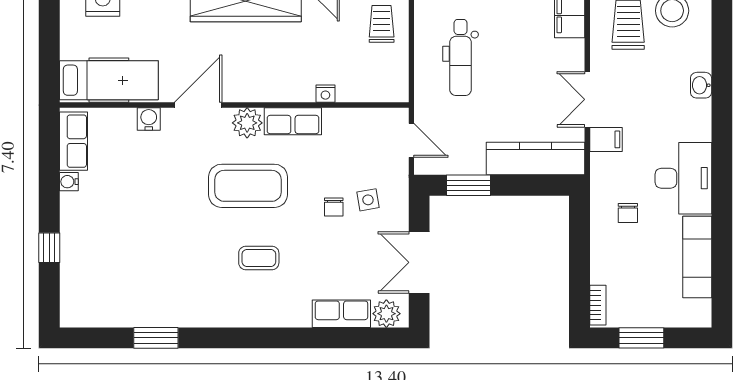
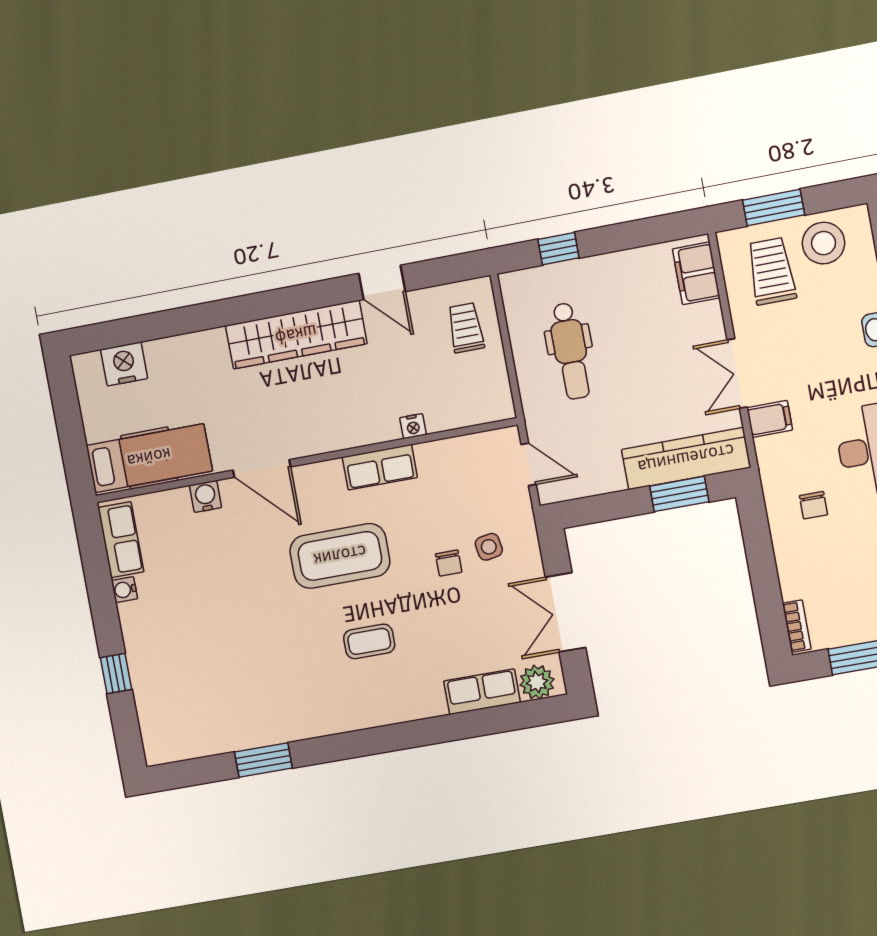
door: (198, 105) -> (262, 469), swing flipped
plant: (247, 123) -> (325, 479), removed
window: (468, 185) -> (679, 494), moved

